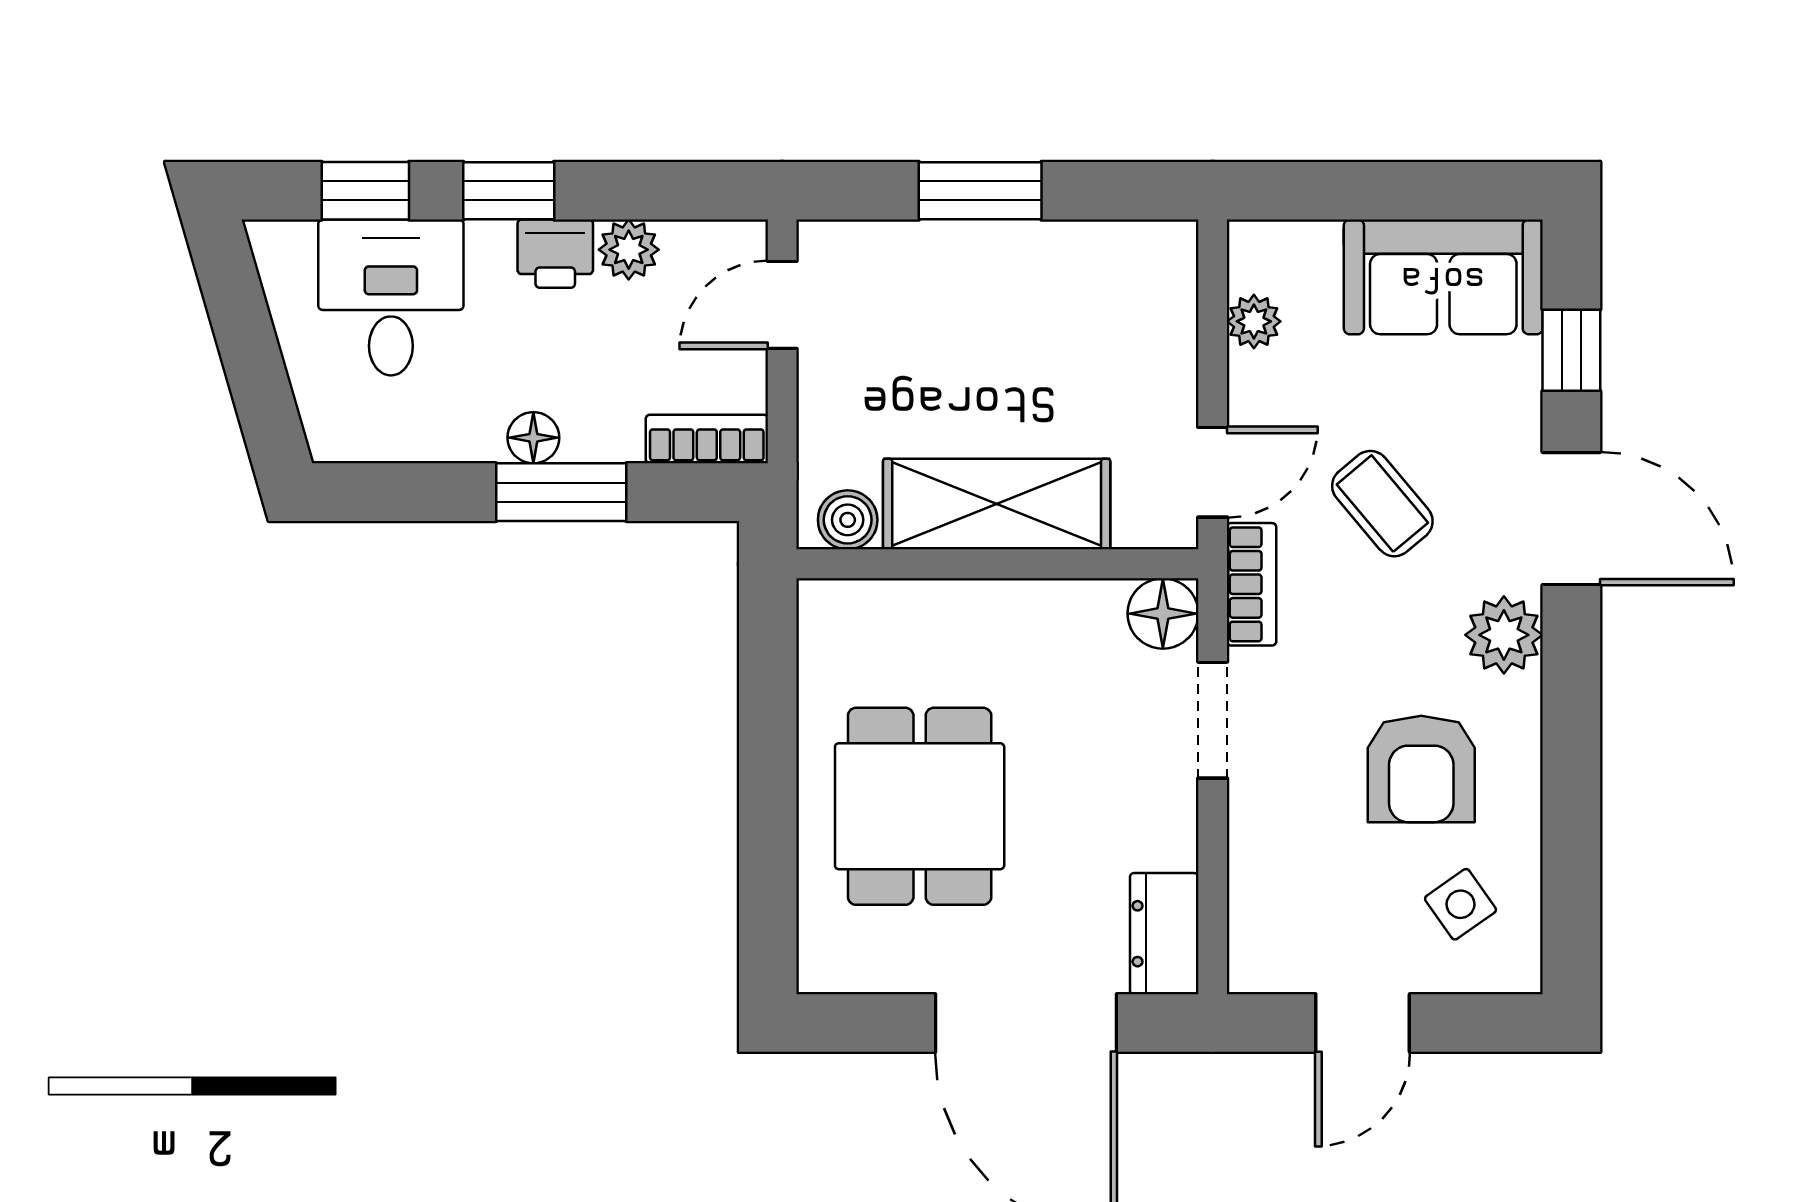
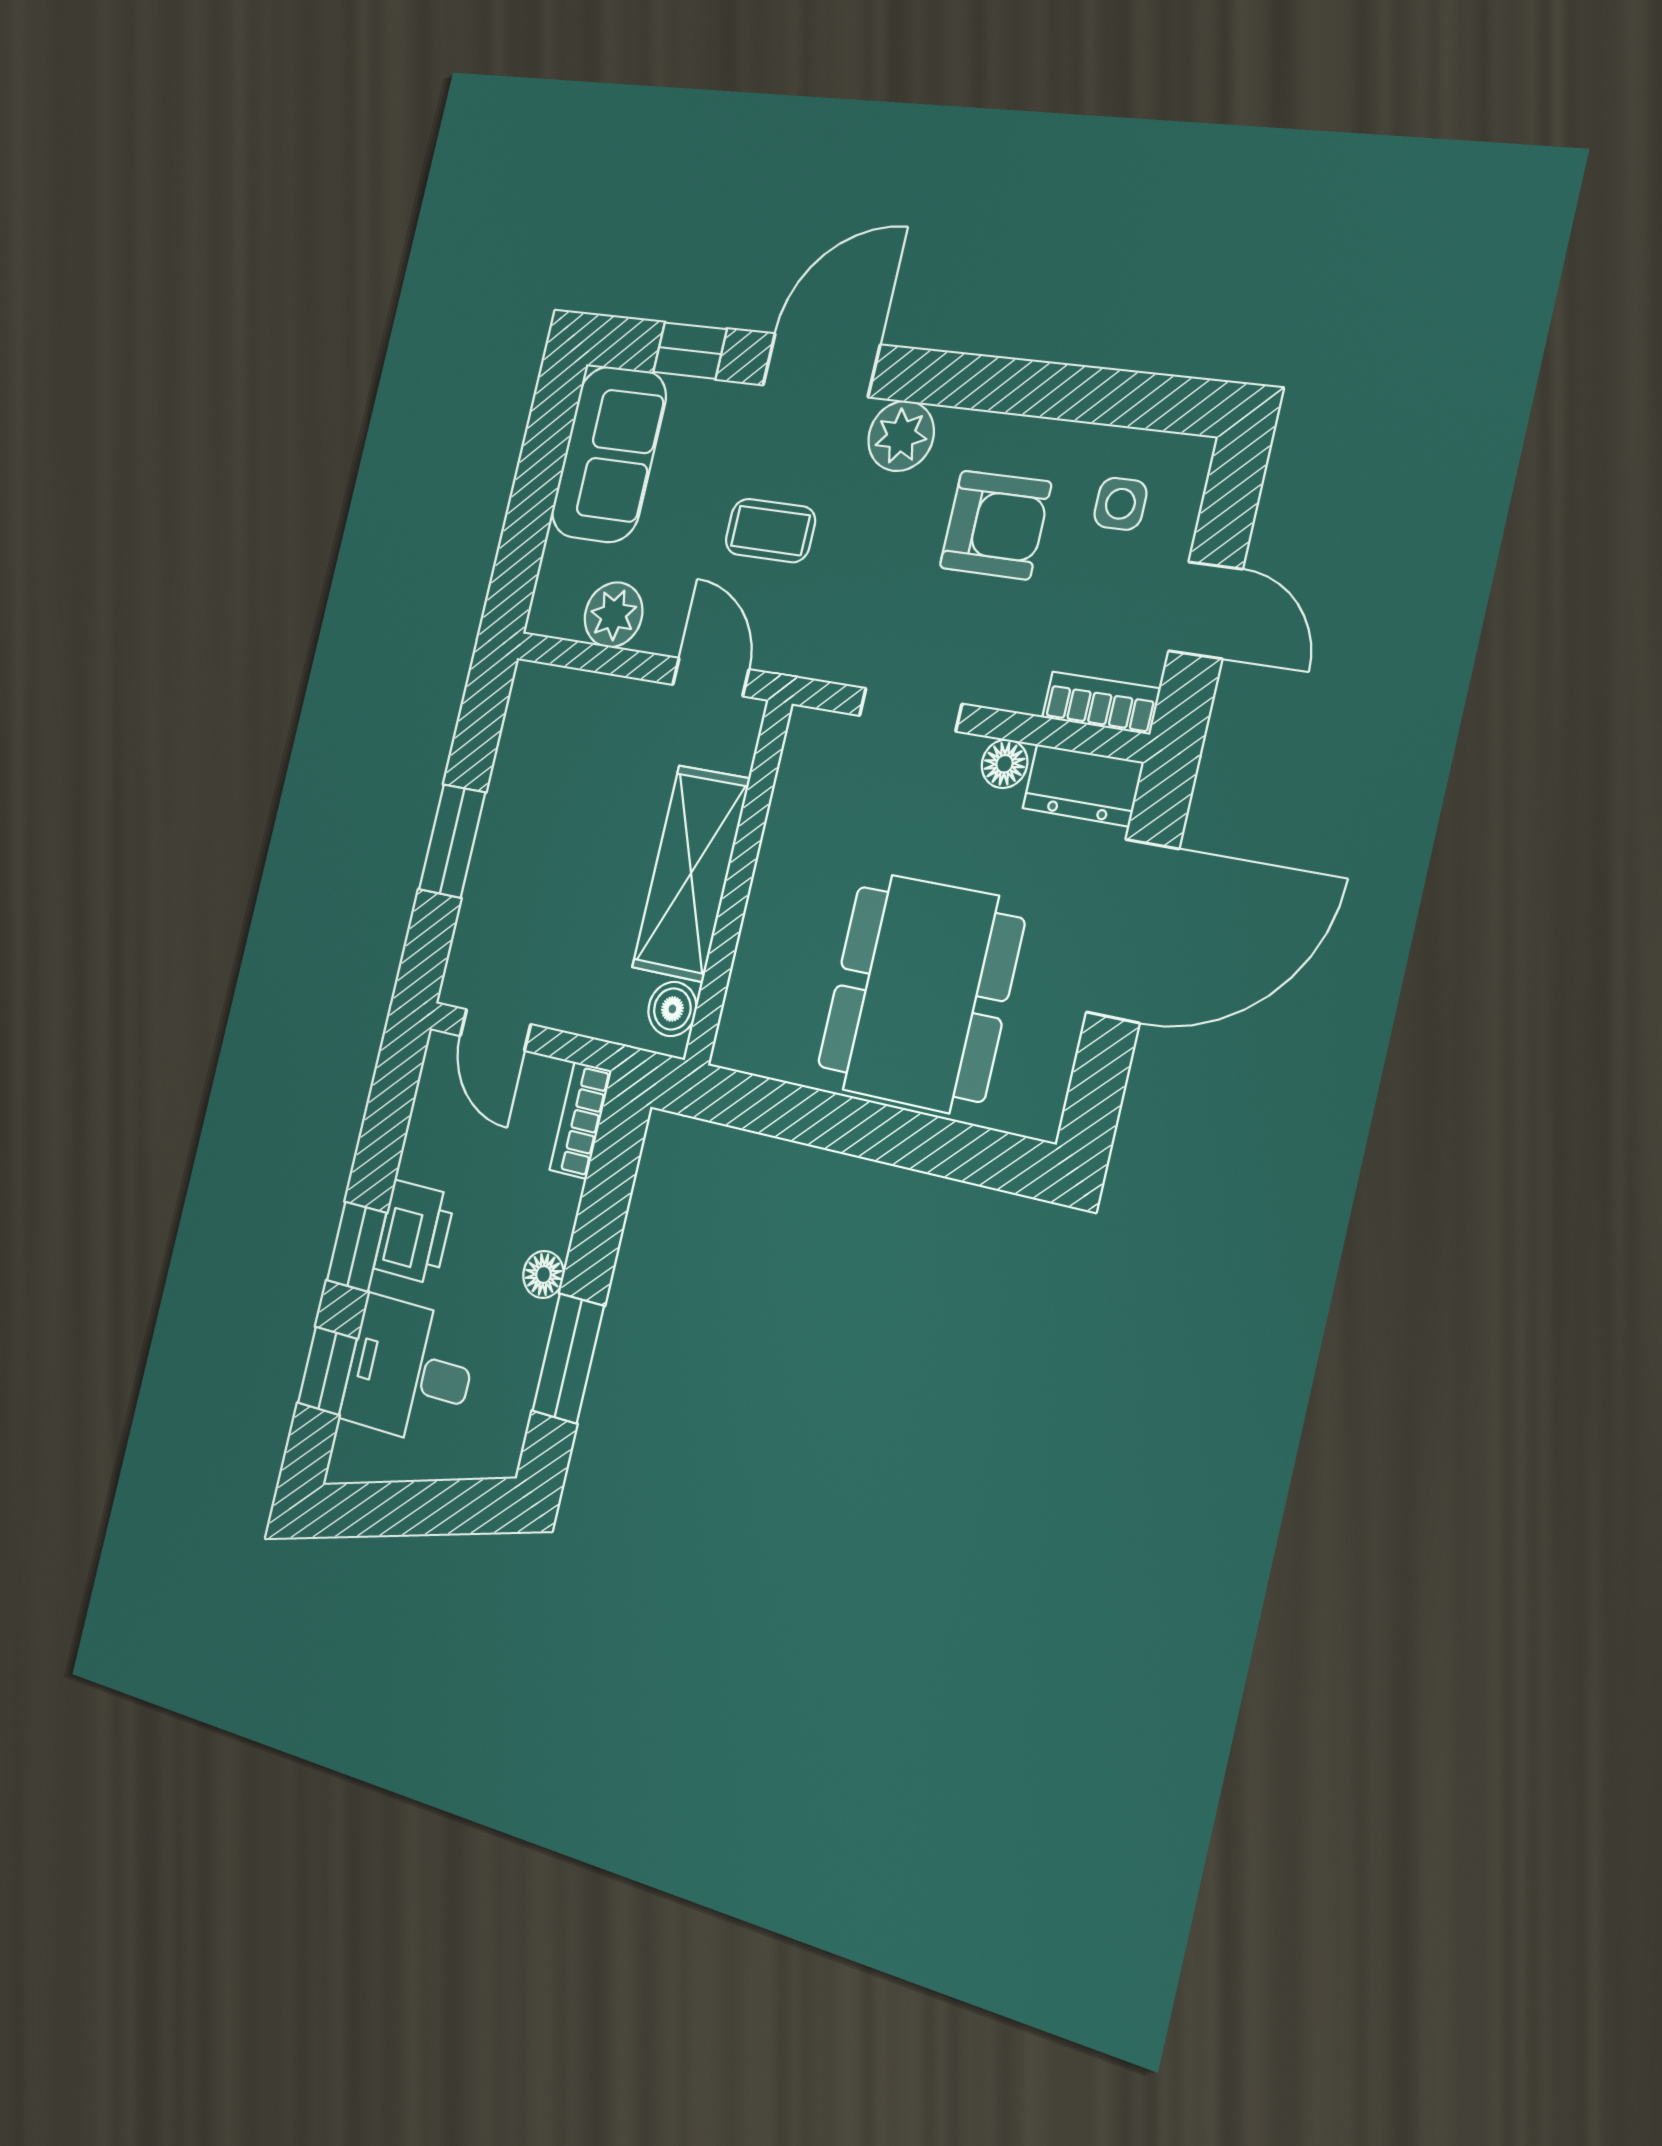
plant: (629, 250) -> (423, 1154), removed
printer: (555, 254) -> (415, 1232), width x1.36, depth x1.24
plant: (1254, 321) -> (614, 615), width x1.38, depth x1.38
window: (561, 492) -> (568, 1358), moved
coffee table: (1382, 504) -> (770, 531), turned 40
bookcase: (1252, 584) -> (1101, 703), moved
floor lamp: (1163, 614) -> (1005, 764), moved, width x0.73, depth x0.73
dining table: (920, 806) -> (920, 993), width x1.38
side table: (1461, 904) -> (1120, 504), turned 35

